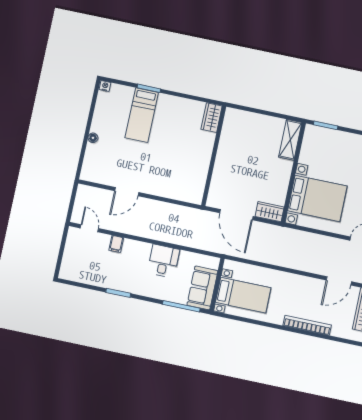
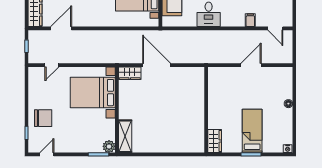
wardrobe: (212, 118) -> (215, 141), moved
plant: (312, 132) -> (109, 146), added
wall: (214, 156) -> (206, 110), moved

